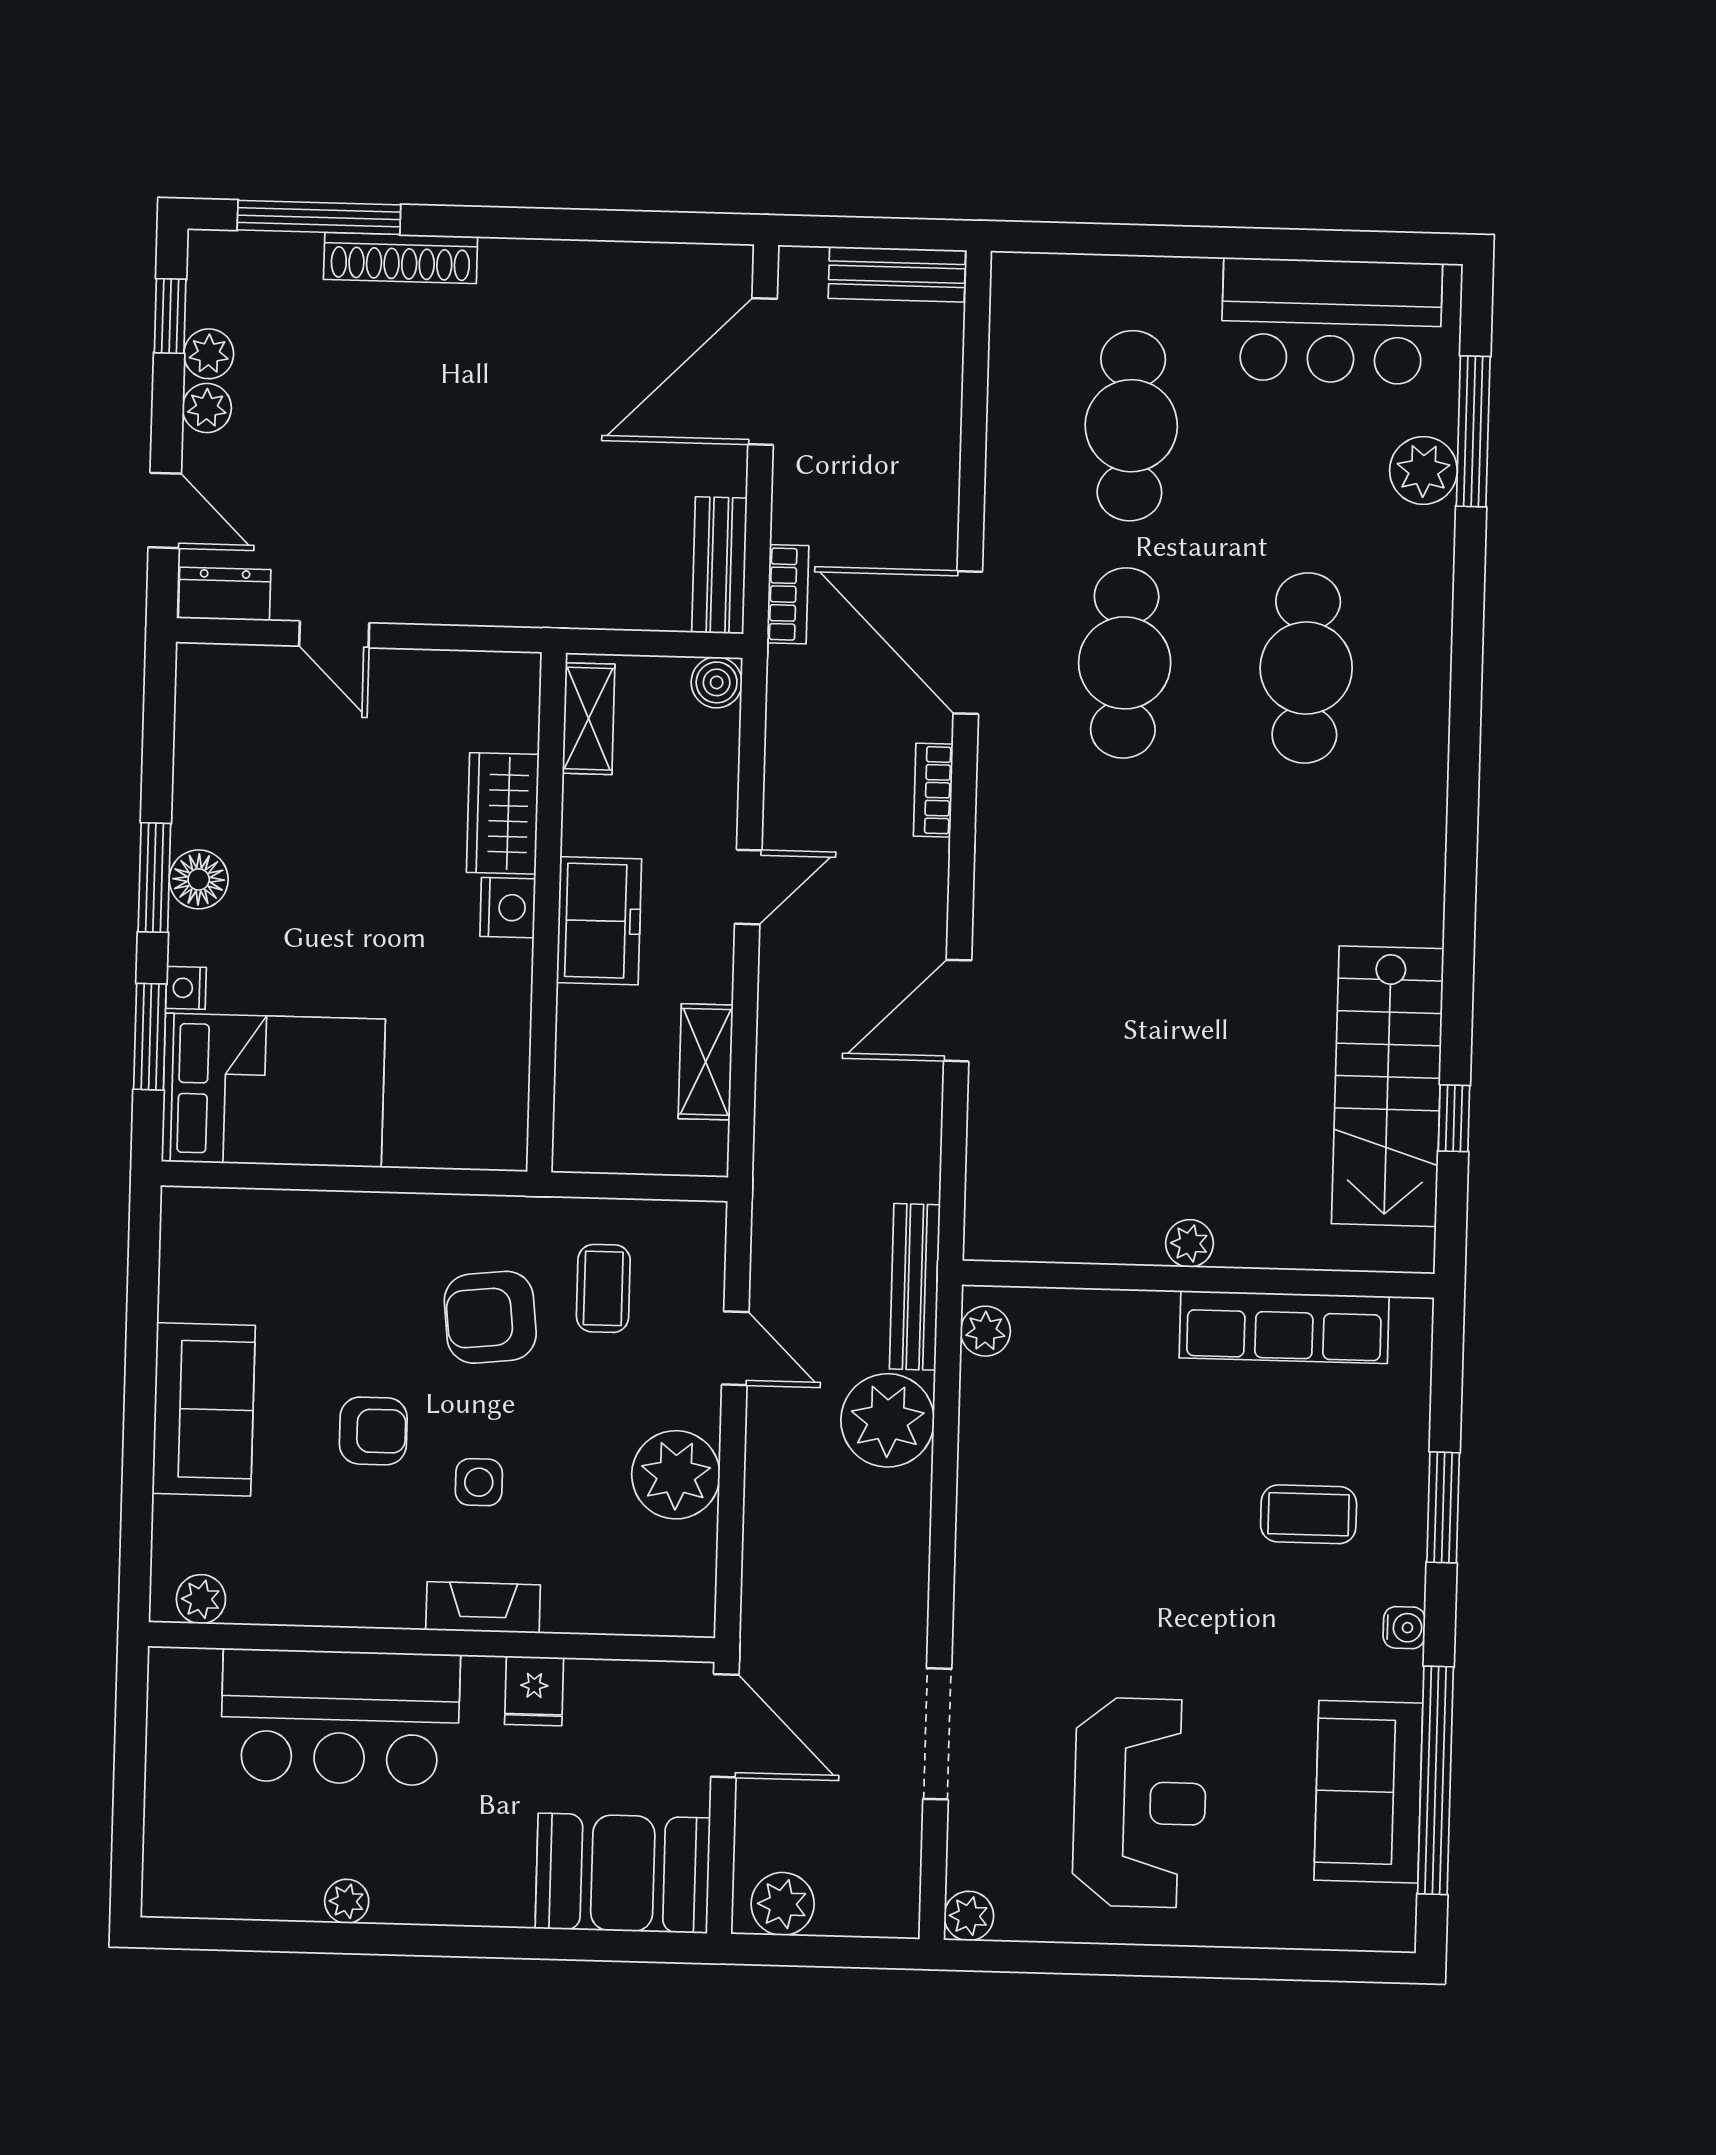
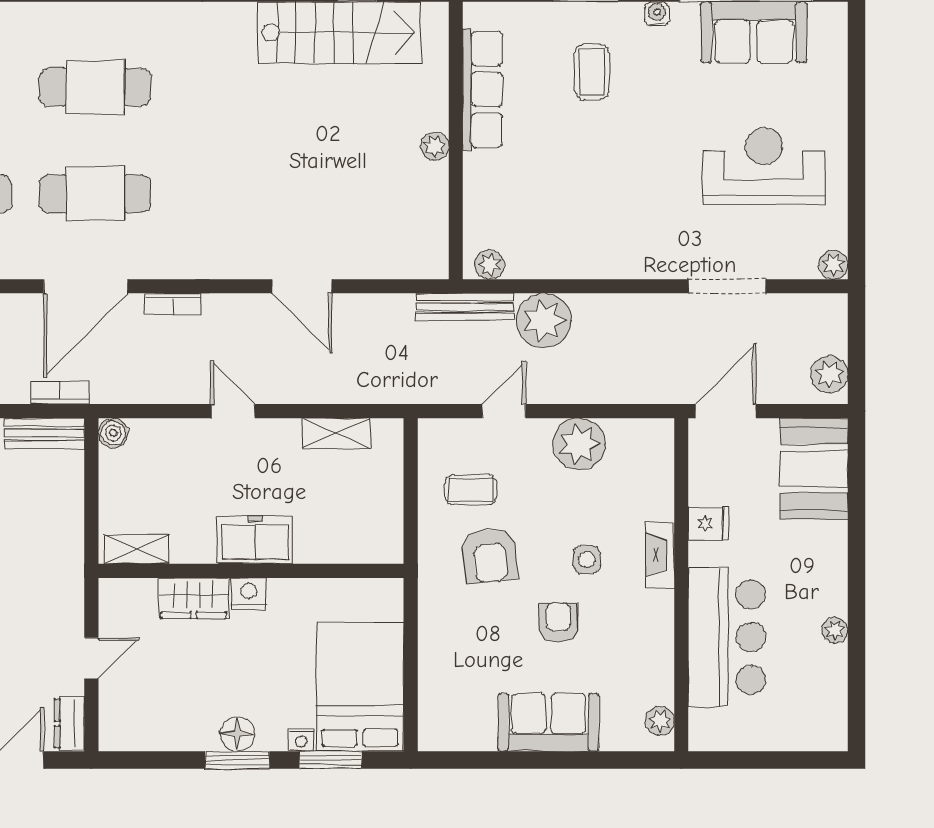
shelving: (589, 719) -> (137, 549), moved
wardrobe: (503, 813) -> (194, 598), moved
nightstand: (508, 908) -> (249, 594), moved
wall: (547, 912) -> (251, 571), moved
freezer: (599, 921) -> (255, 540), moved

